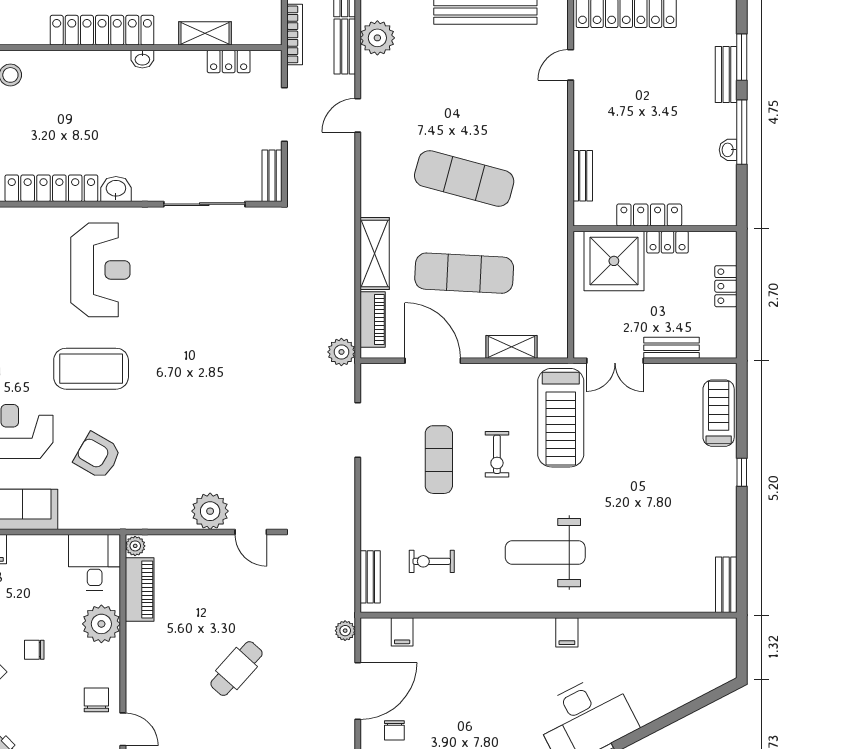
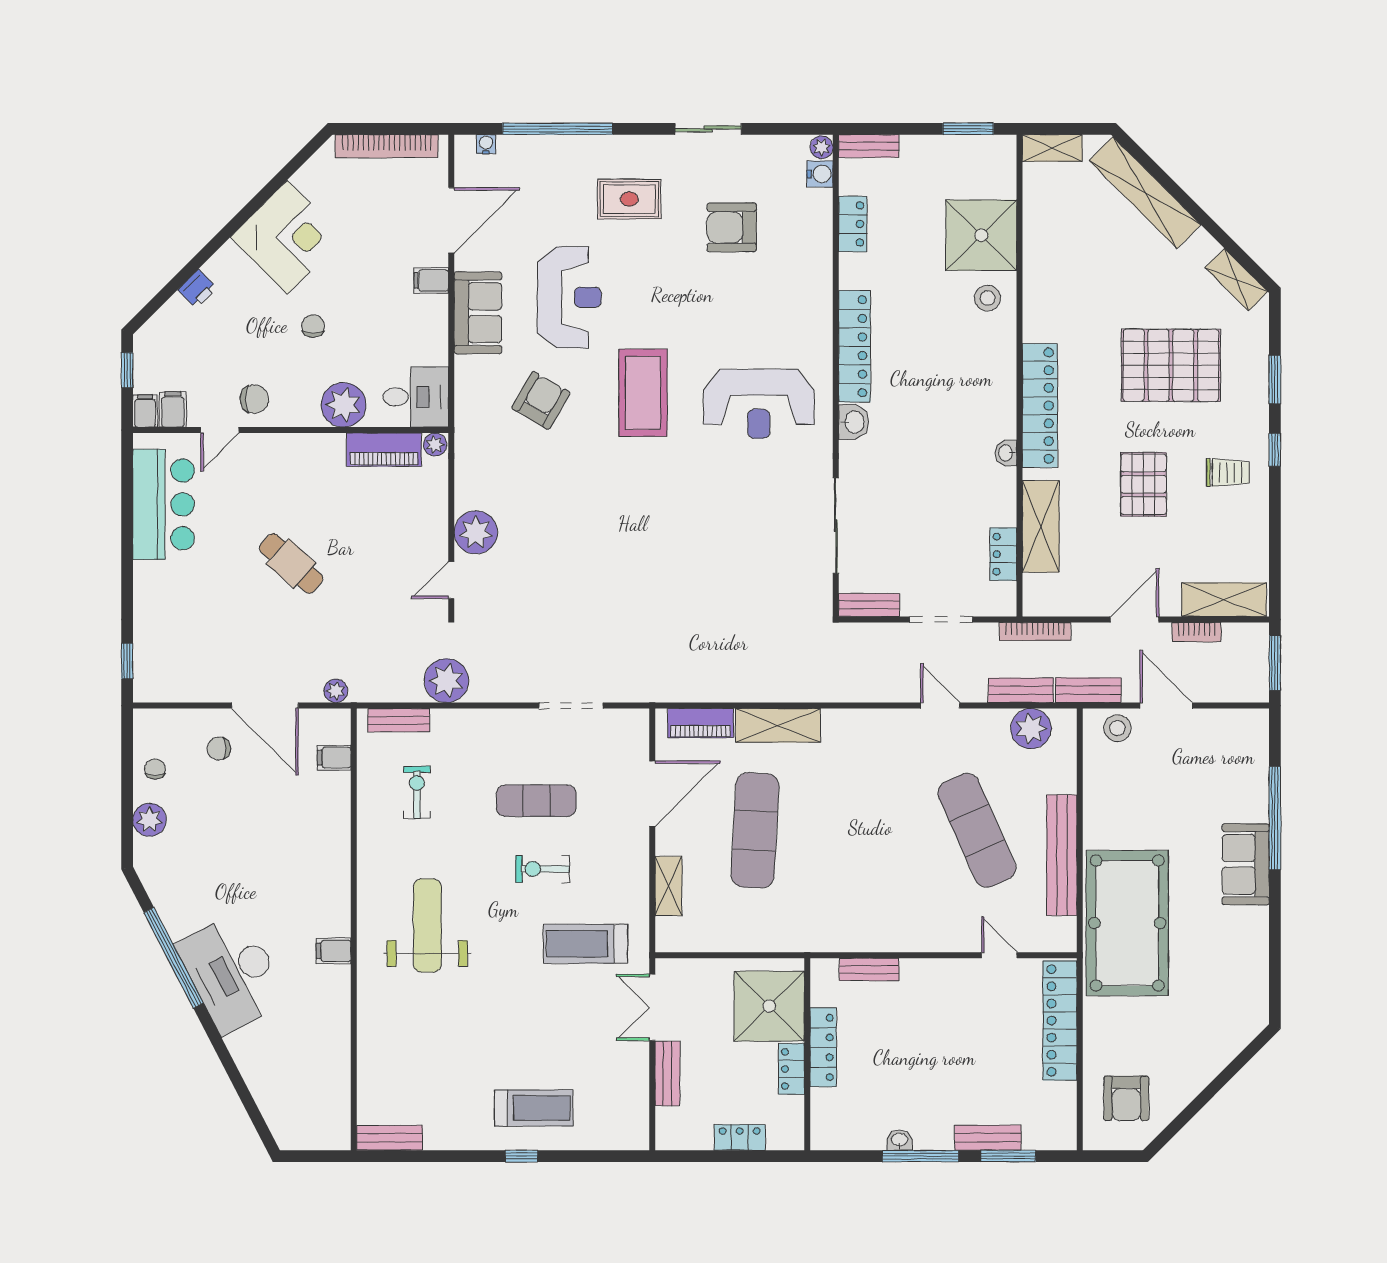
shelving: (205, 33) -> (1041, 526), width x1.50, depth x1.33
exercise mat: (464, 179) -> (977, 830), moved, turned -39
plant: (341, 352) -> (446, 681), moved, width x1.36, depth x1.36
treadmill: (719, 413) -> (534, 1108), moved
treadmill: (561, 418) -> (585, 944), width x0.73, depth x0.73

